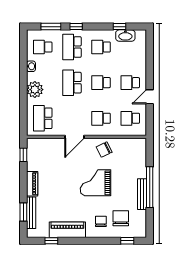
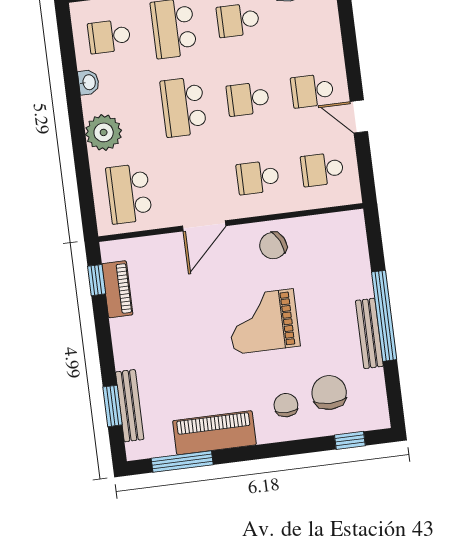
door: (150, 97) -> (359, 117), hinge flipped
piano: (32, 184) -> (117, 289), moved
window: (51, 241) -> (182, 462), width x2.17

